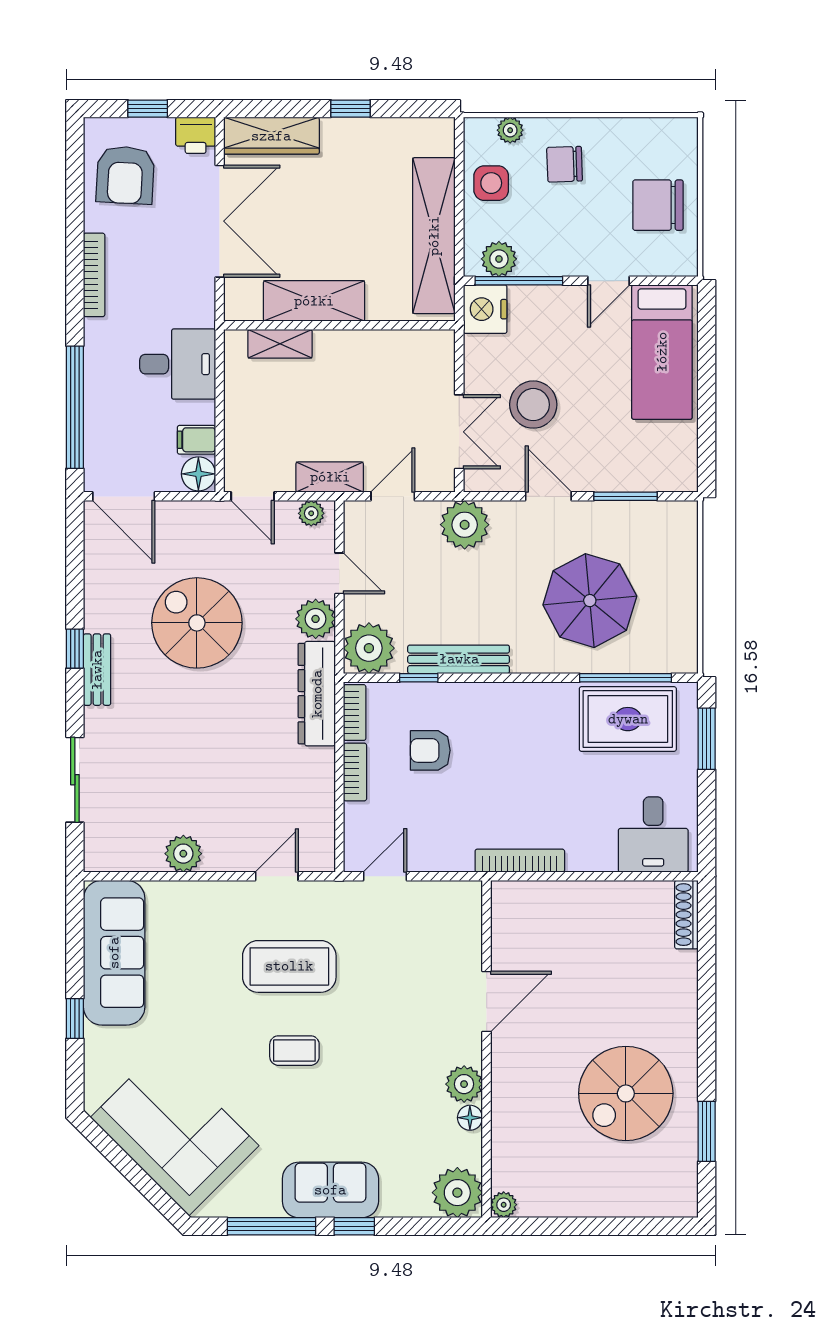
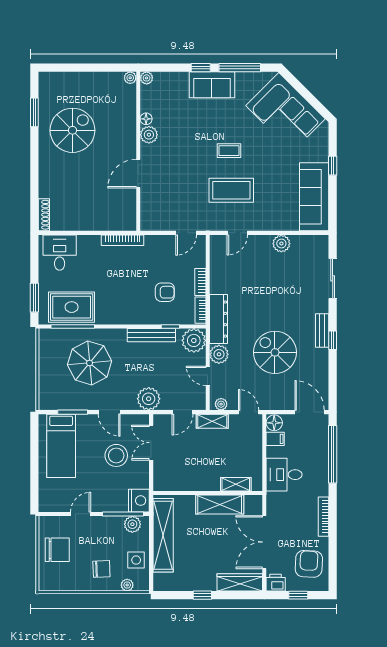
bed: (662, 352) -> (61, 446), moved, turned 180
spiral stairs: (197, 623) -> (275, 352), turned 180
plant: (457, 1193) -> (147, 78), width x0.53, depth x0.53

